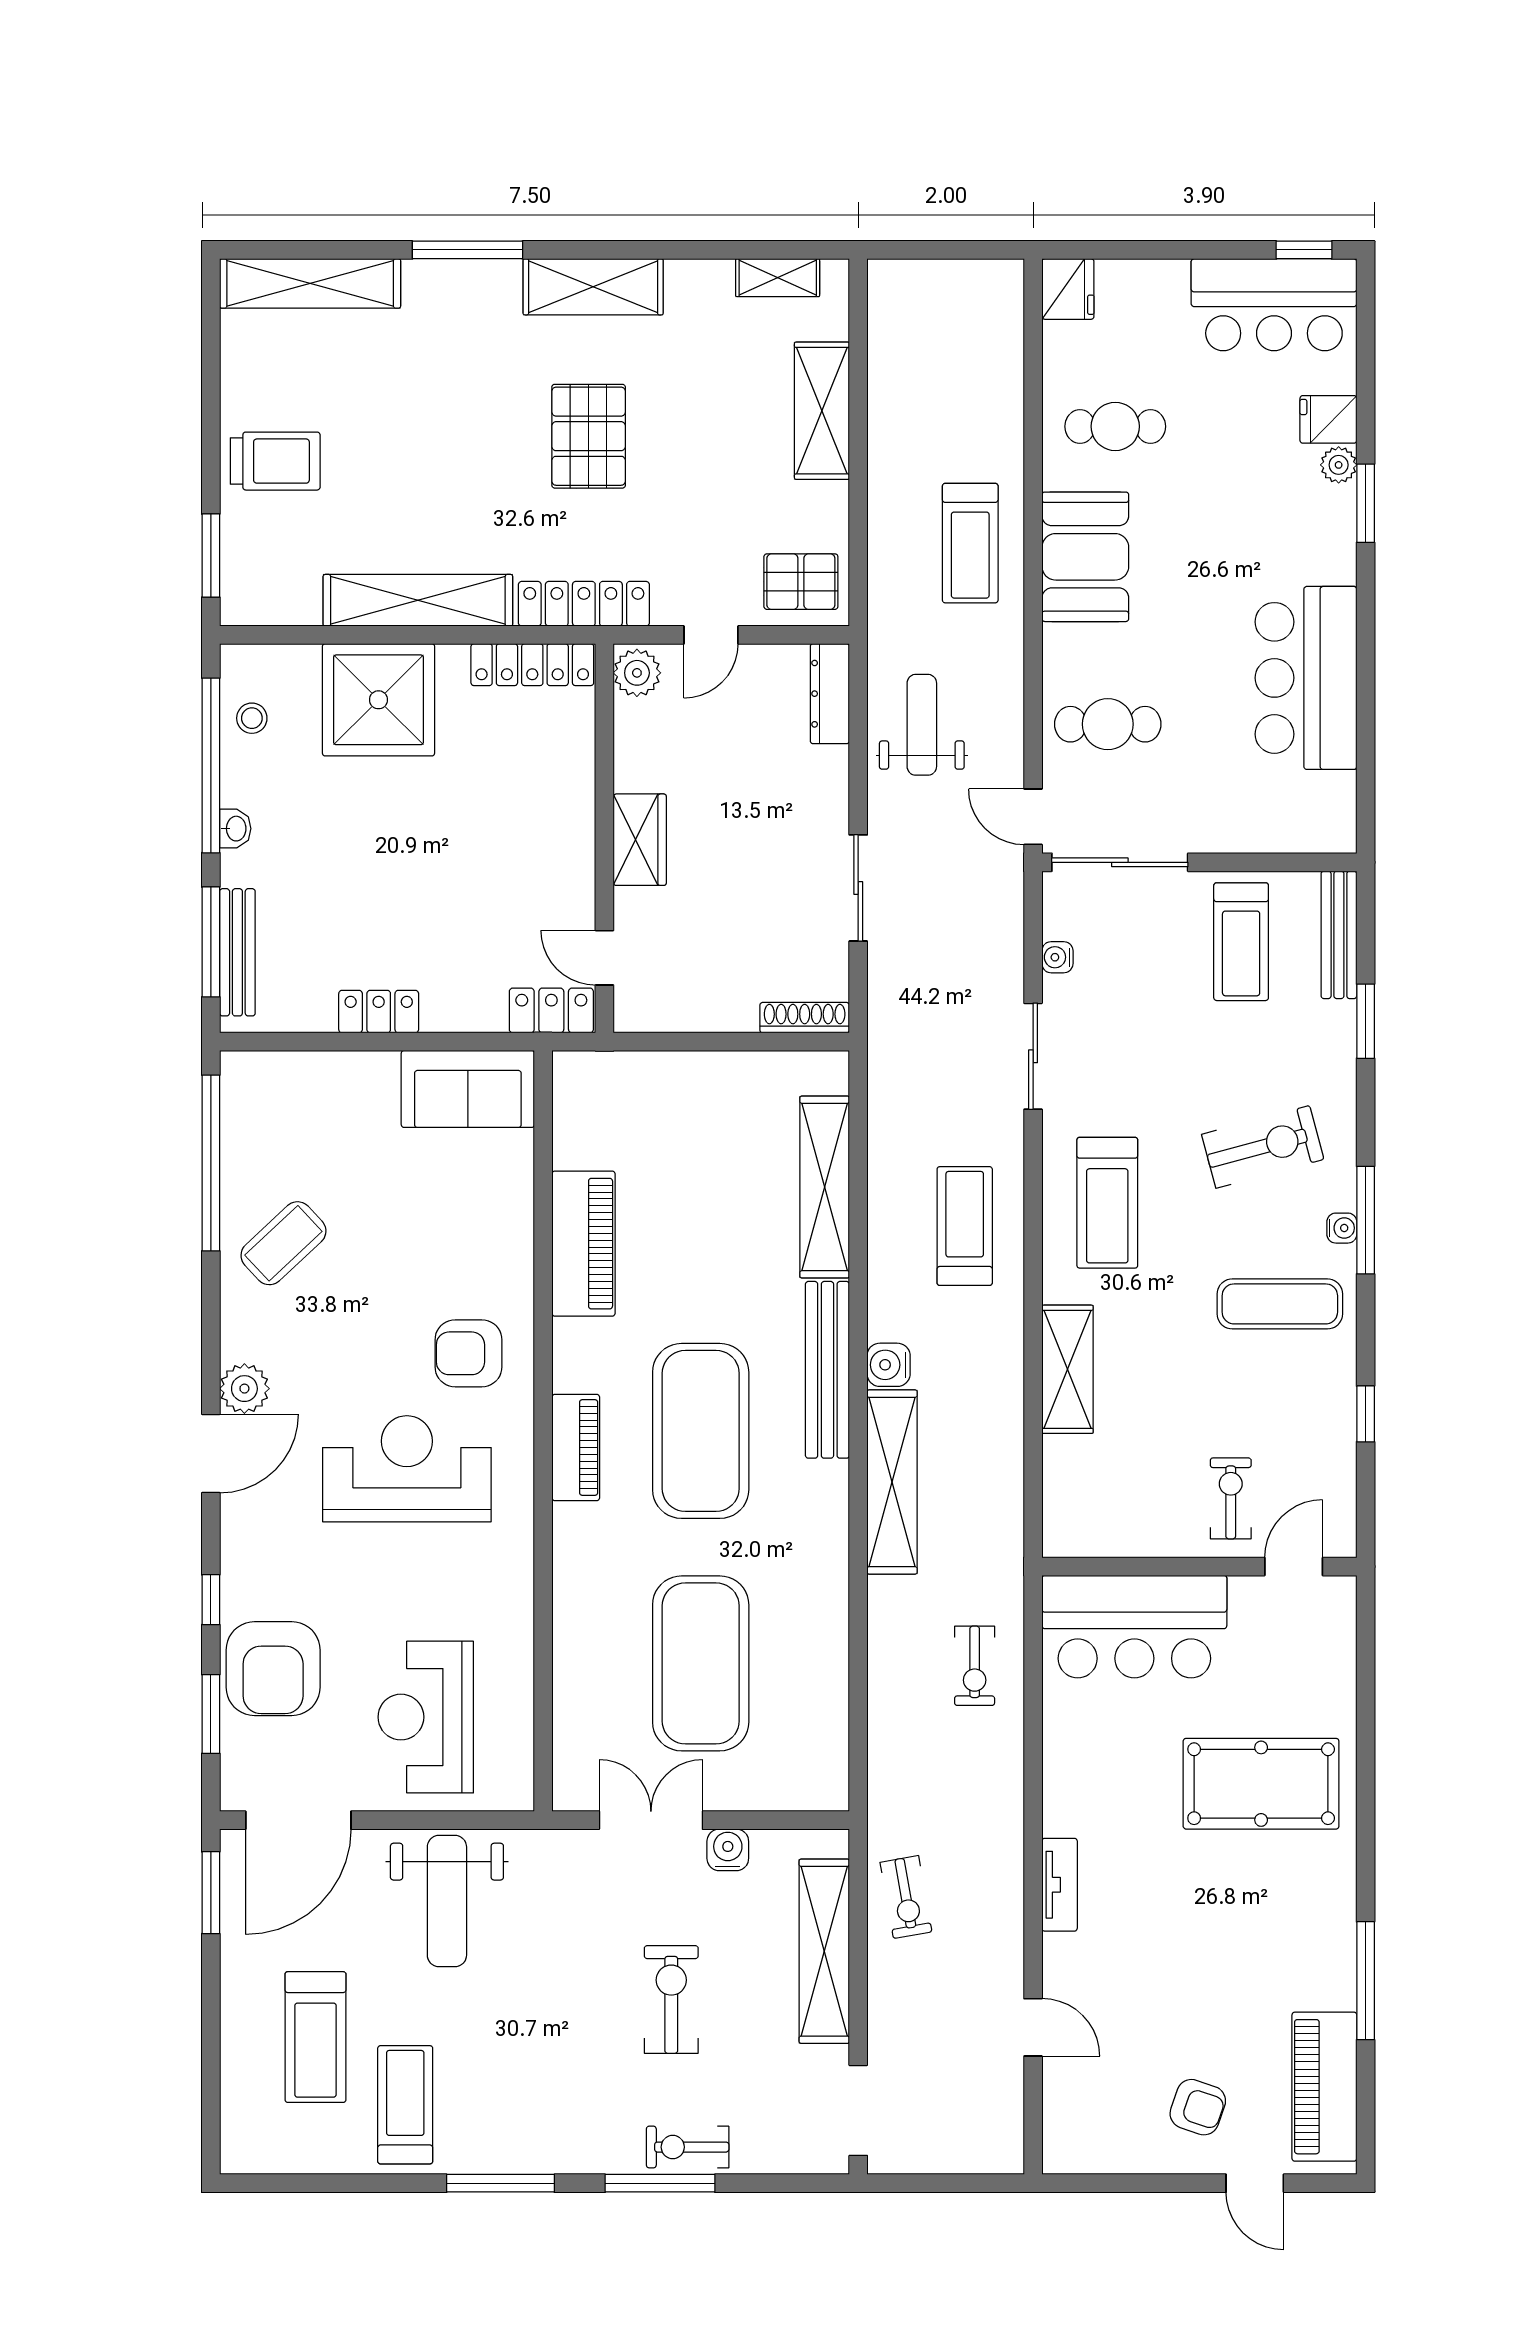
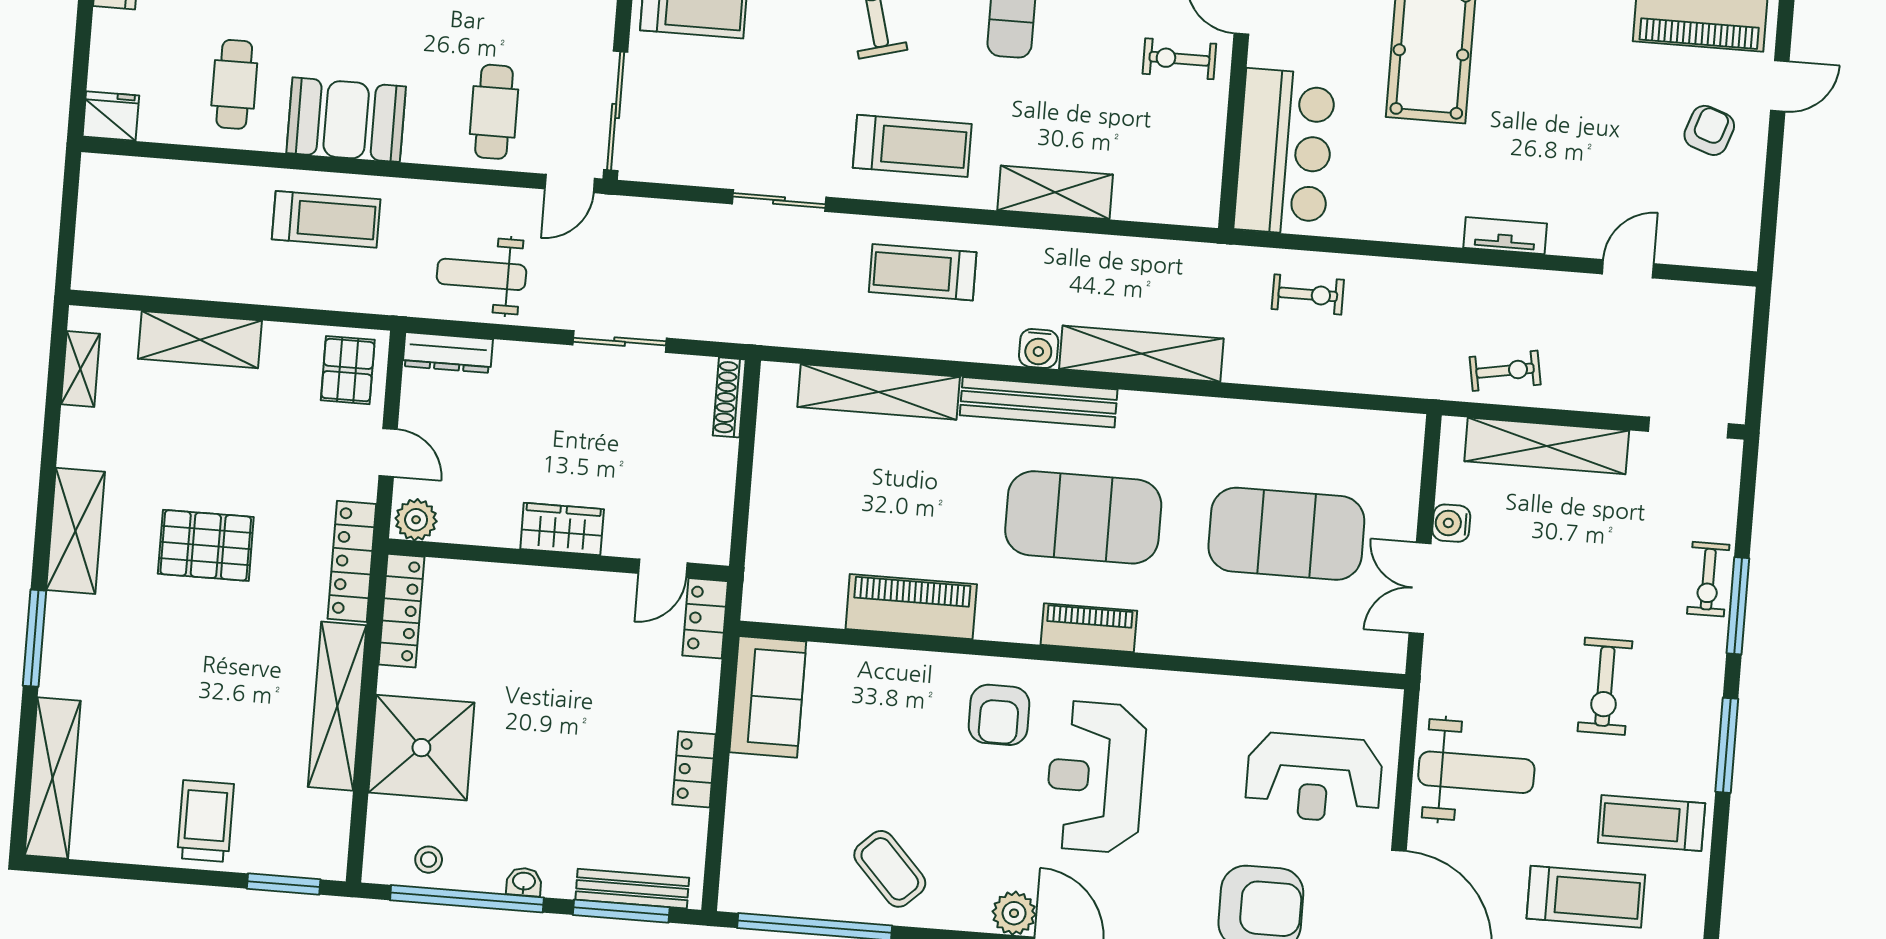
water cooler: (1057, 957) -> (694, 172), removed
exercise bike: (671, 1999) -> (1605, 686), moved, turned -90

